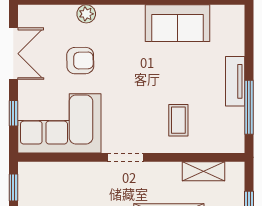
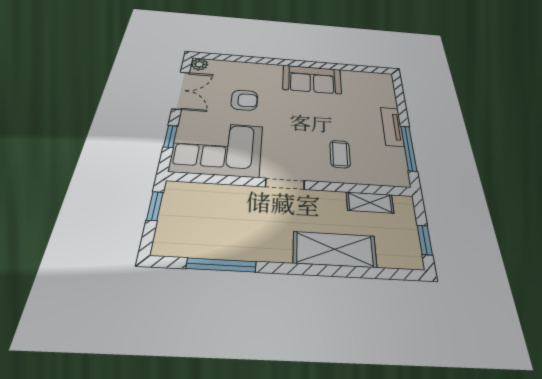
plant: (86, 14) -> (199, 64), moved
sofa: (177, 23) -> (312, 79), moved

